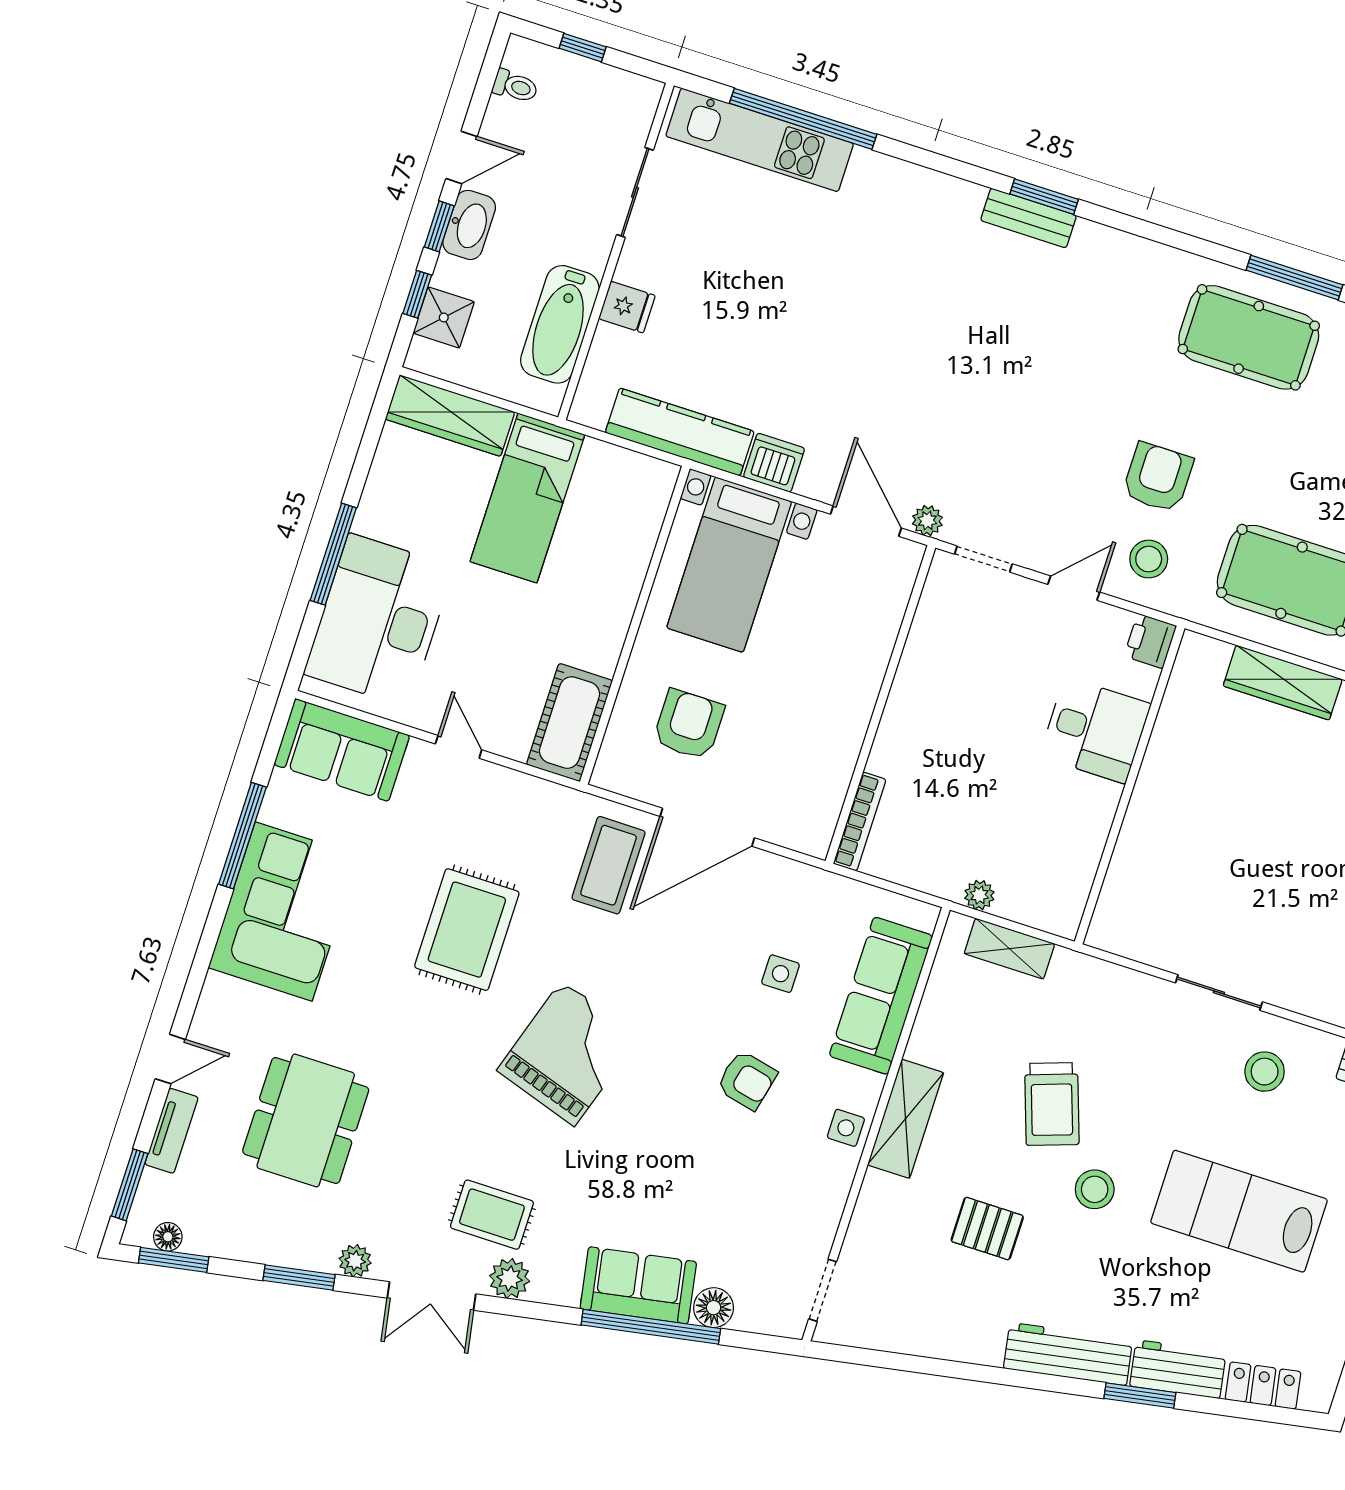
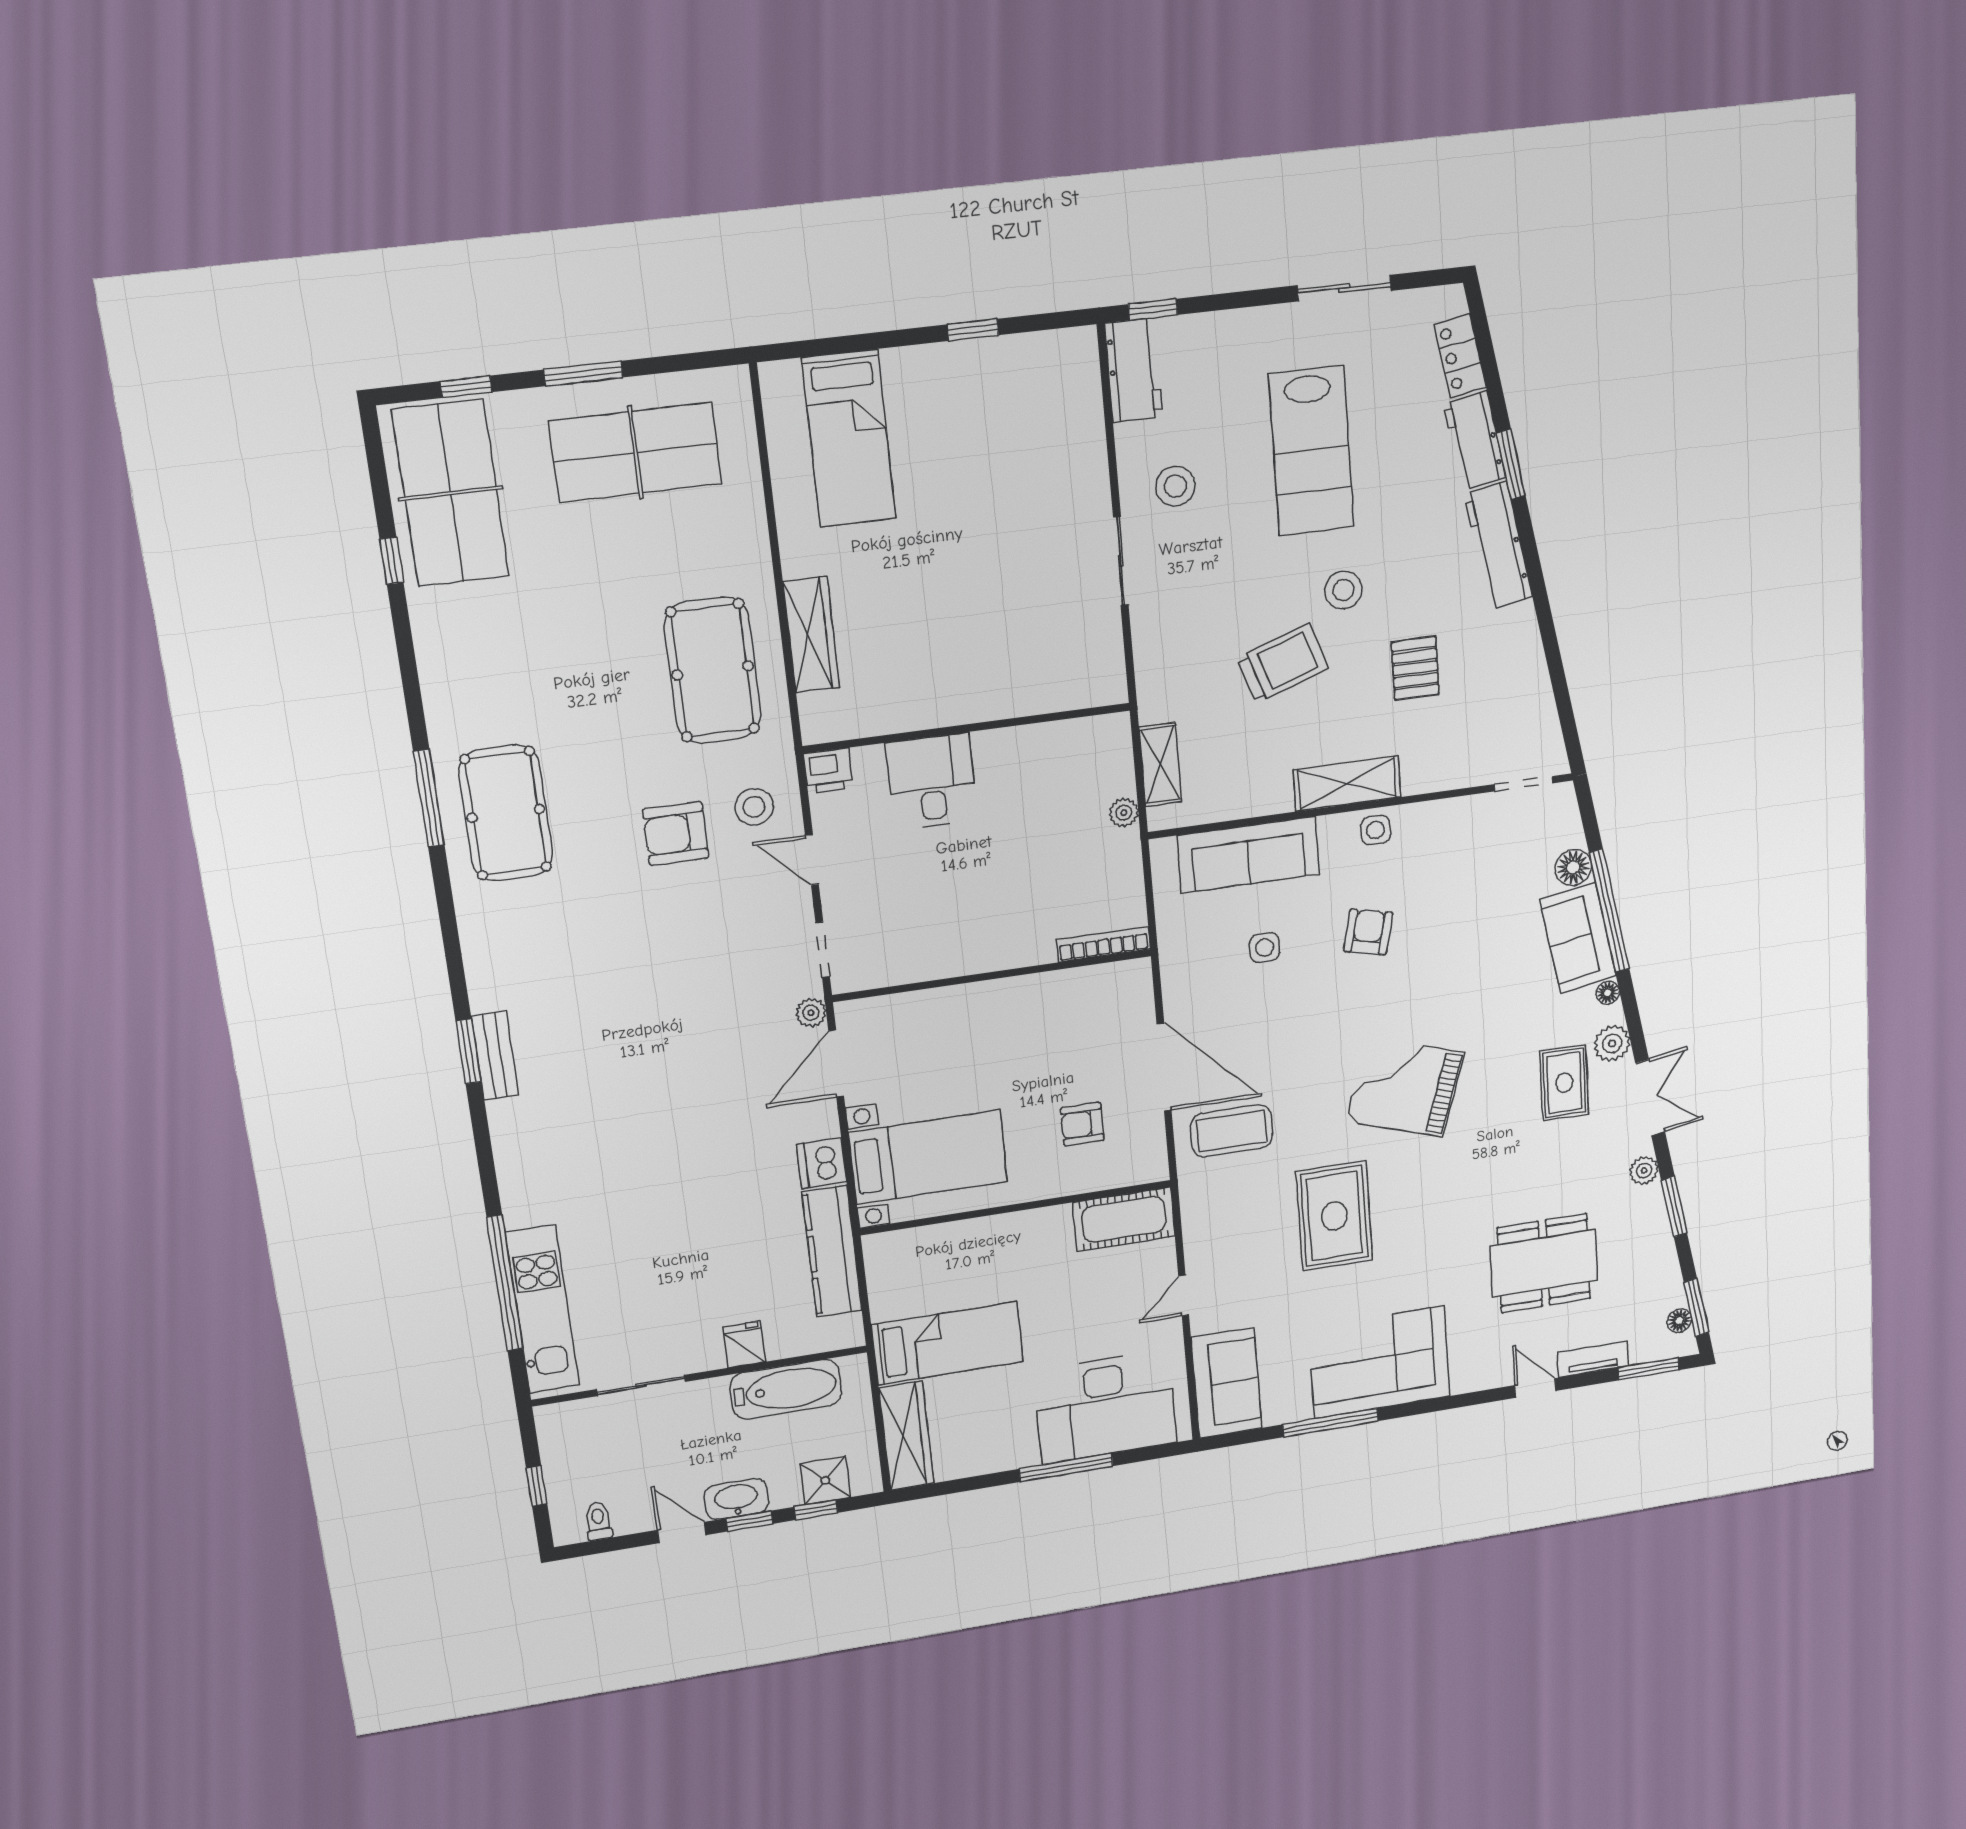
armchair: (689, 724) -> (1082, 1124), width x0.72, depth x0.72
rug: (467, 930) -> (1334, 1216), turned 90
floor lamp: (566, 1294) -> (1608, 993), added

